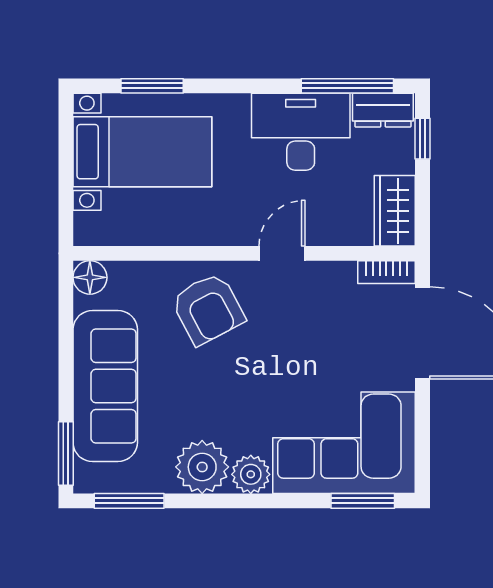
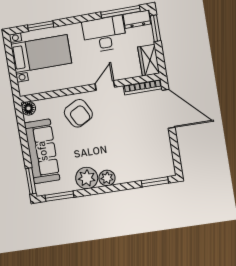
window: (423, 139) -> (155, 28), width x1.50
bookcase: (386, 272) -> (143, 87), width x1.56
corner sofa: (344, 443) -> (143, 159), removed

